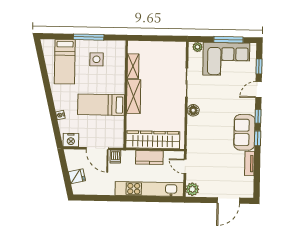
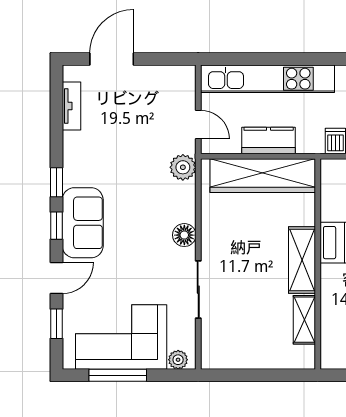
sofa: (244, 132) -> (83, 223), moved
tv unit: (249, 164) -> (72, 106), moved
plant: (192, 189) -> (183, 167), moved

